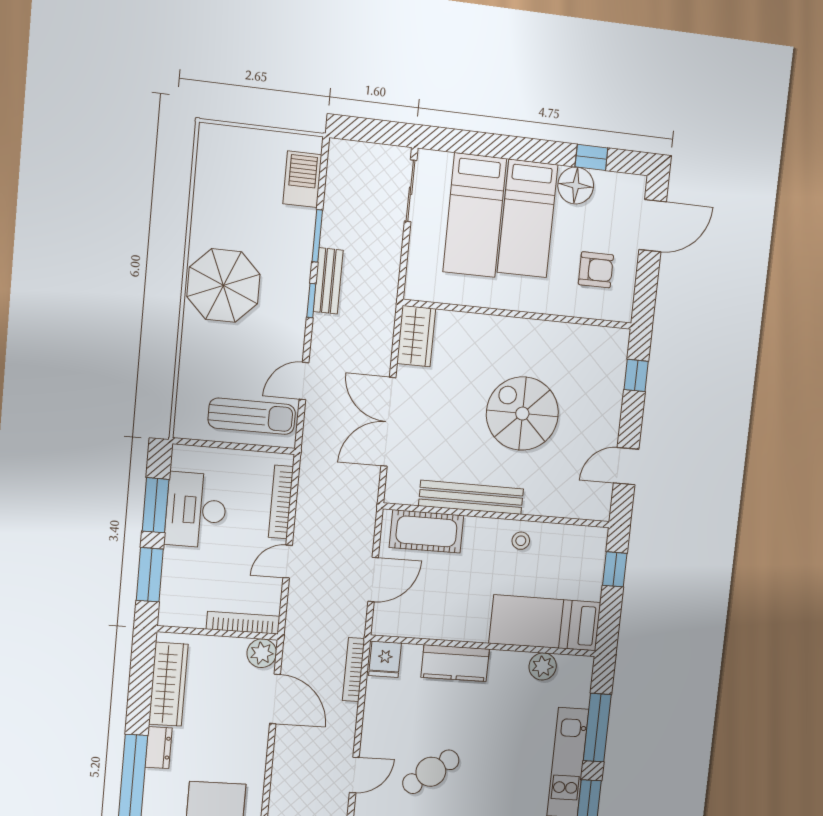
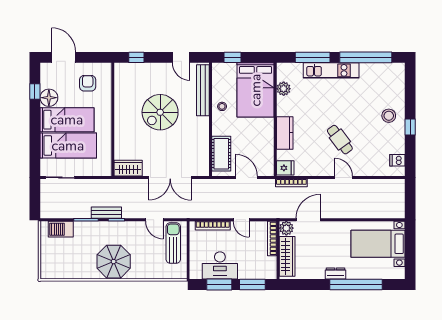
bench: (471, 497) -> (203, 90), moved
bed: (545, 623) -> (256, 90), width x1.50
wardrobe: (168, 684) -> (287, 256), moved, turned 90

